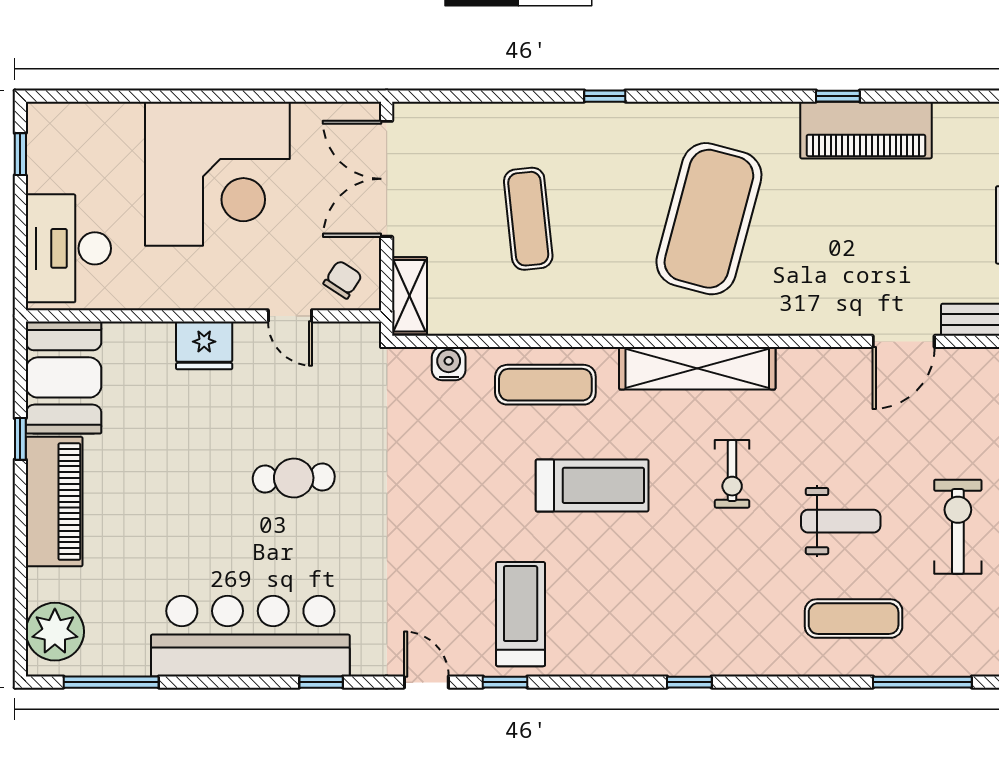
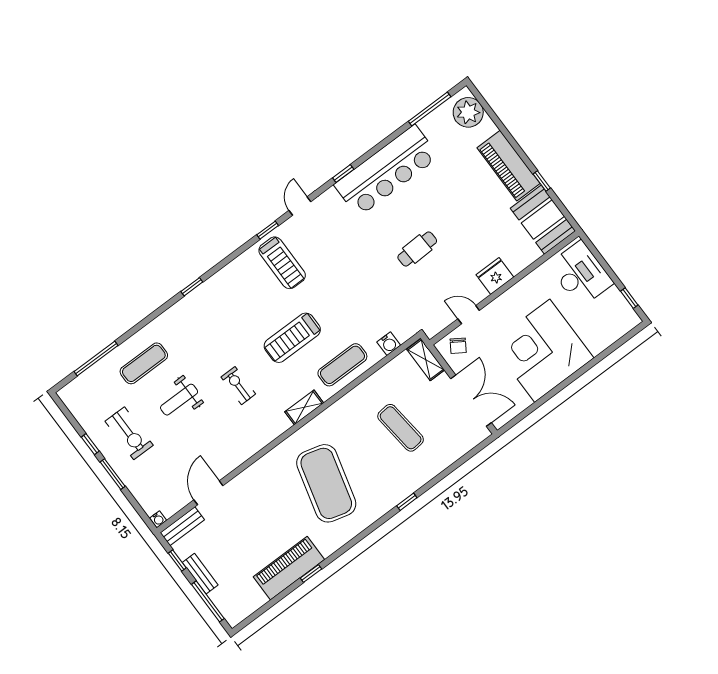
shelving: (697, 368) -> (304, 407), width x0.45, depth x0.75
door: (426, 682) -> (300, 206), swing flipped

